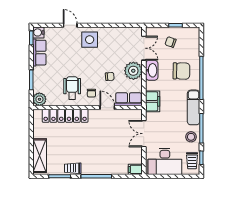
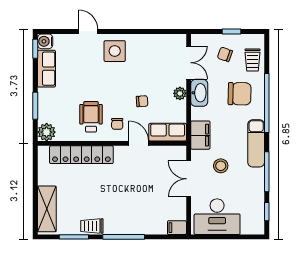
plant: (133, 71) -> (180, 93), width x0.53, depth x0.53
stool: (191, 137) -> (221, 166), moved
trolley: (192, 161) -> (253, 60), moved

